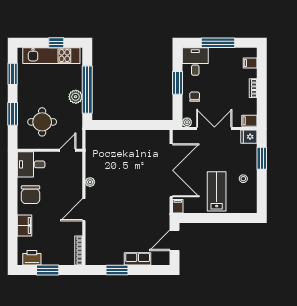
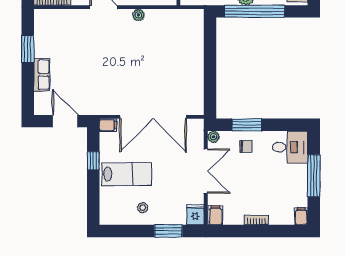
filing cabinet: (250, 63) -> (301, 216), moved
window: (177, 83) -> (247, 125), moved
window: (206, 218) -> (93, 161), added

